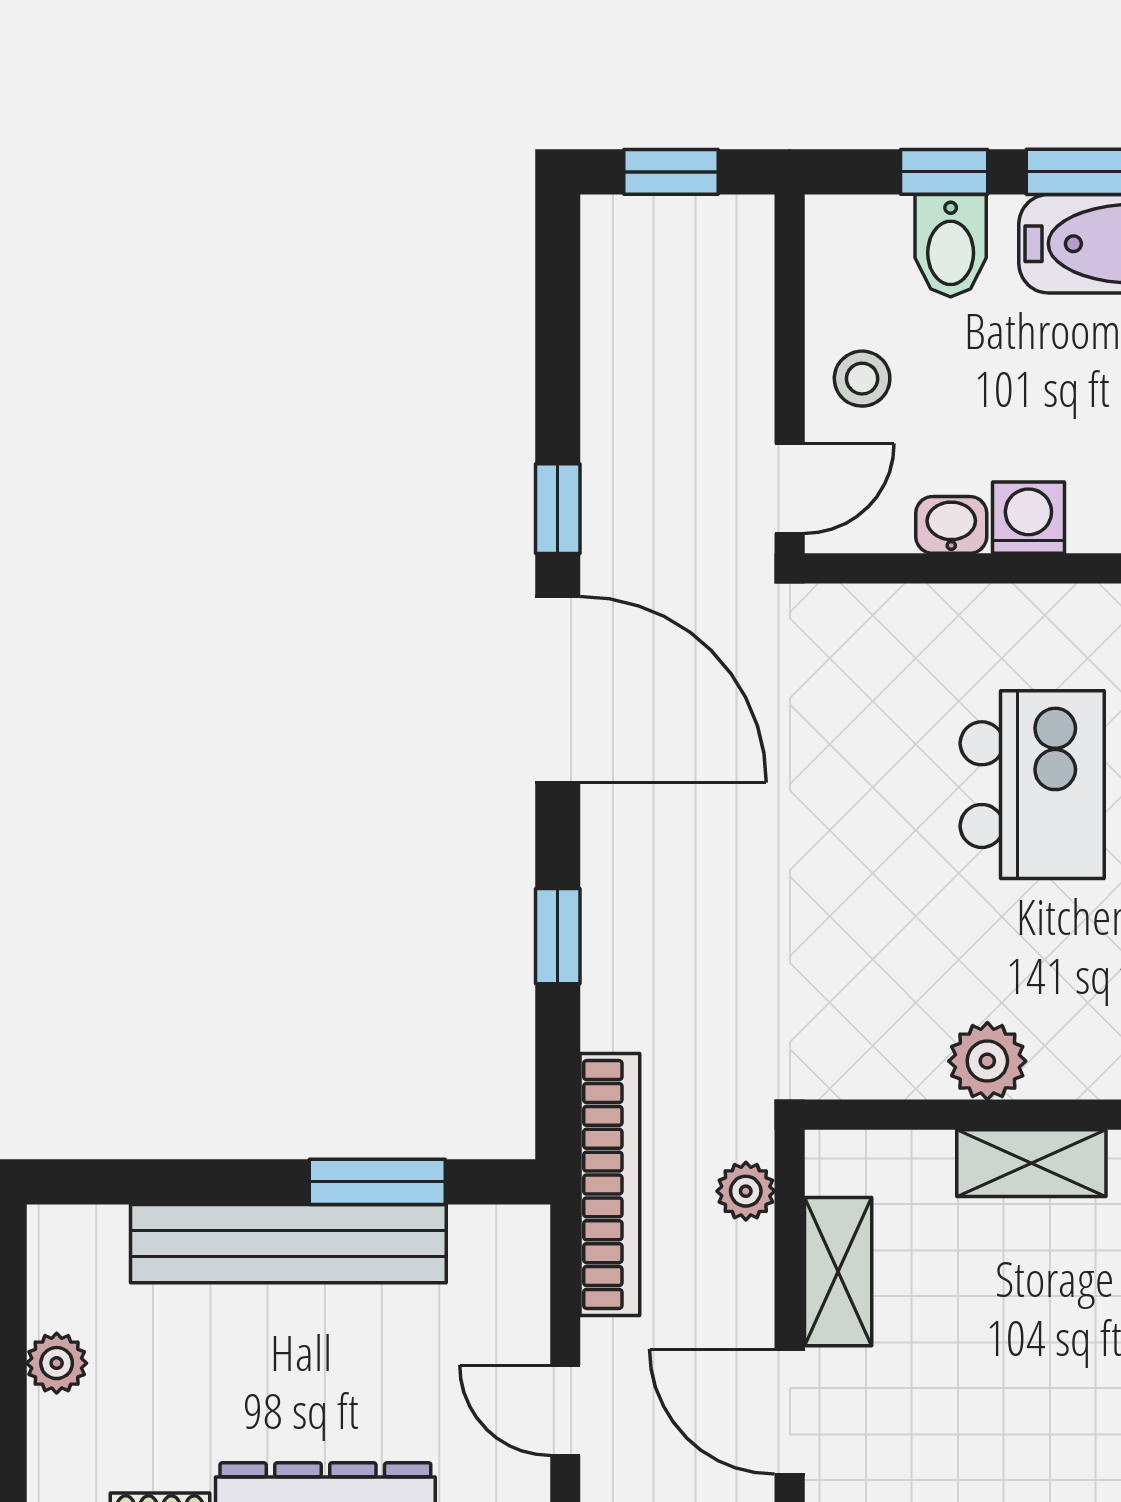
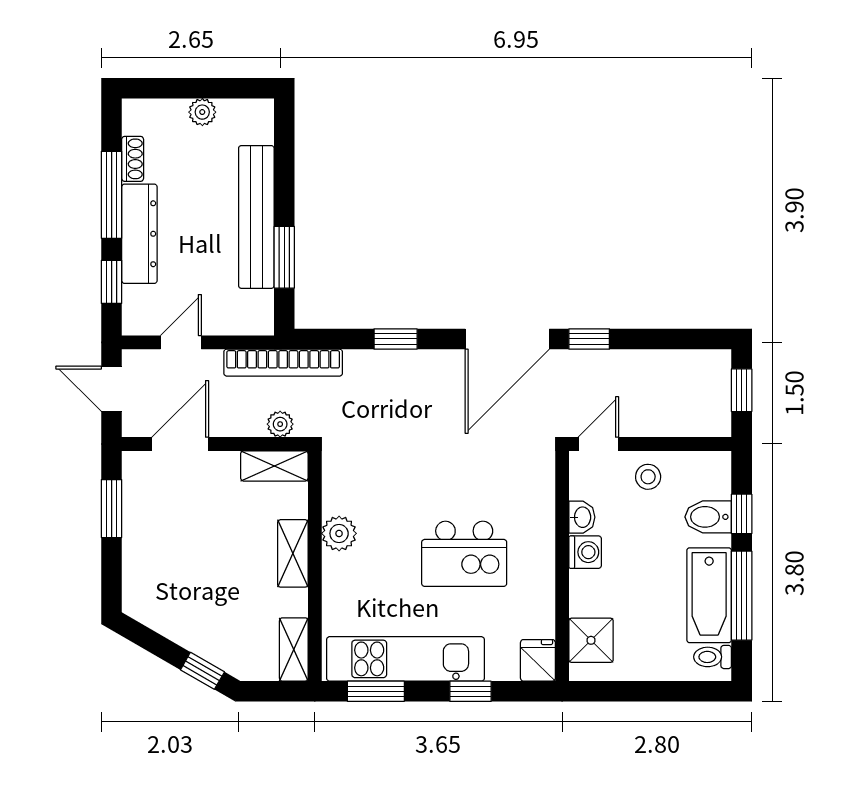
door: (790, 488) -> (598, 444), swing flipped
shelving: (838, 1272) -> (274, 466), moved

